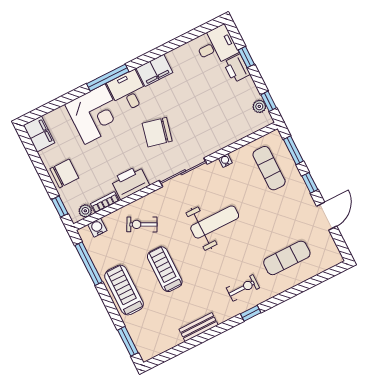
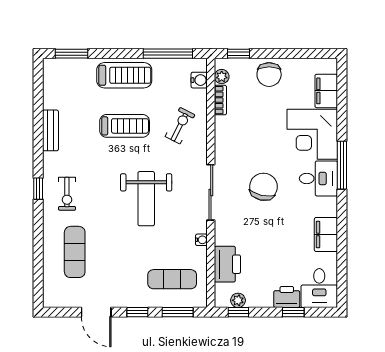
filing cabinet: (154, 70) -> (326, 234), moved
filing cabinet: (39, 134) -> (326, 91), moved, turned 90
printer: (130, 182) -> (227, 264), moved

